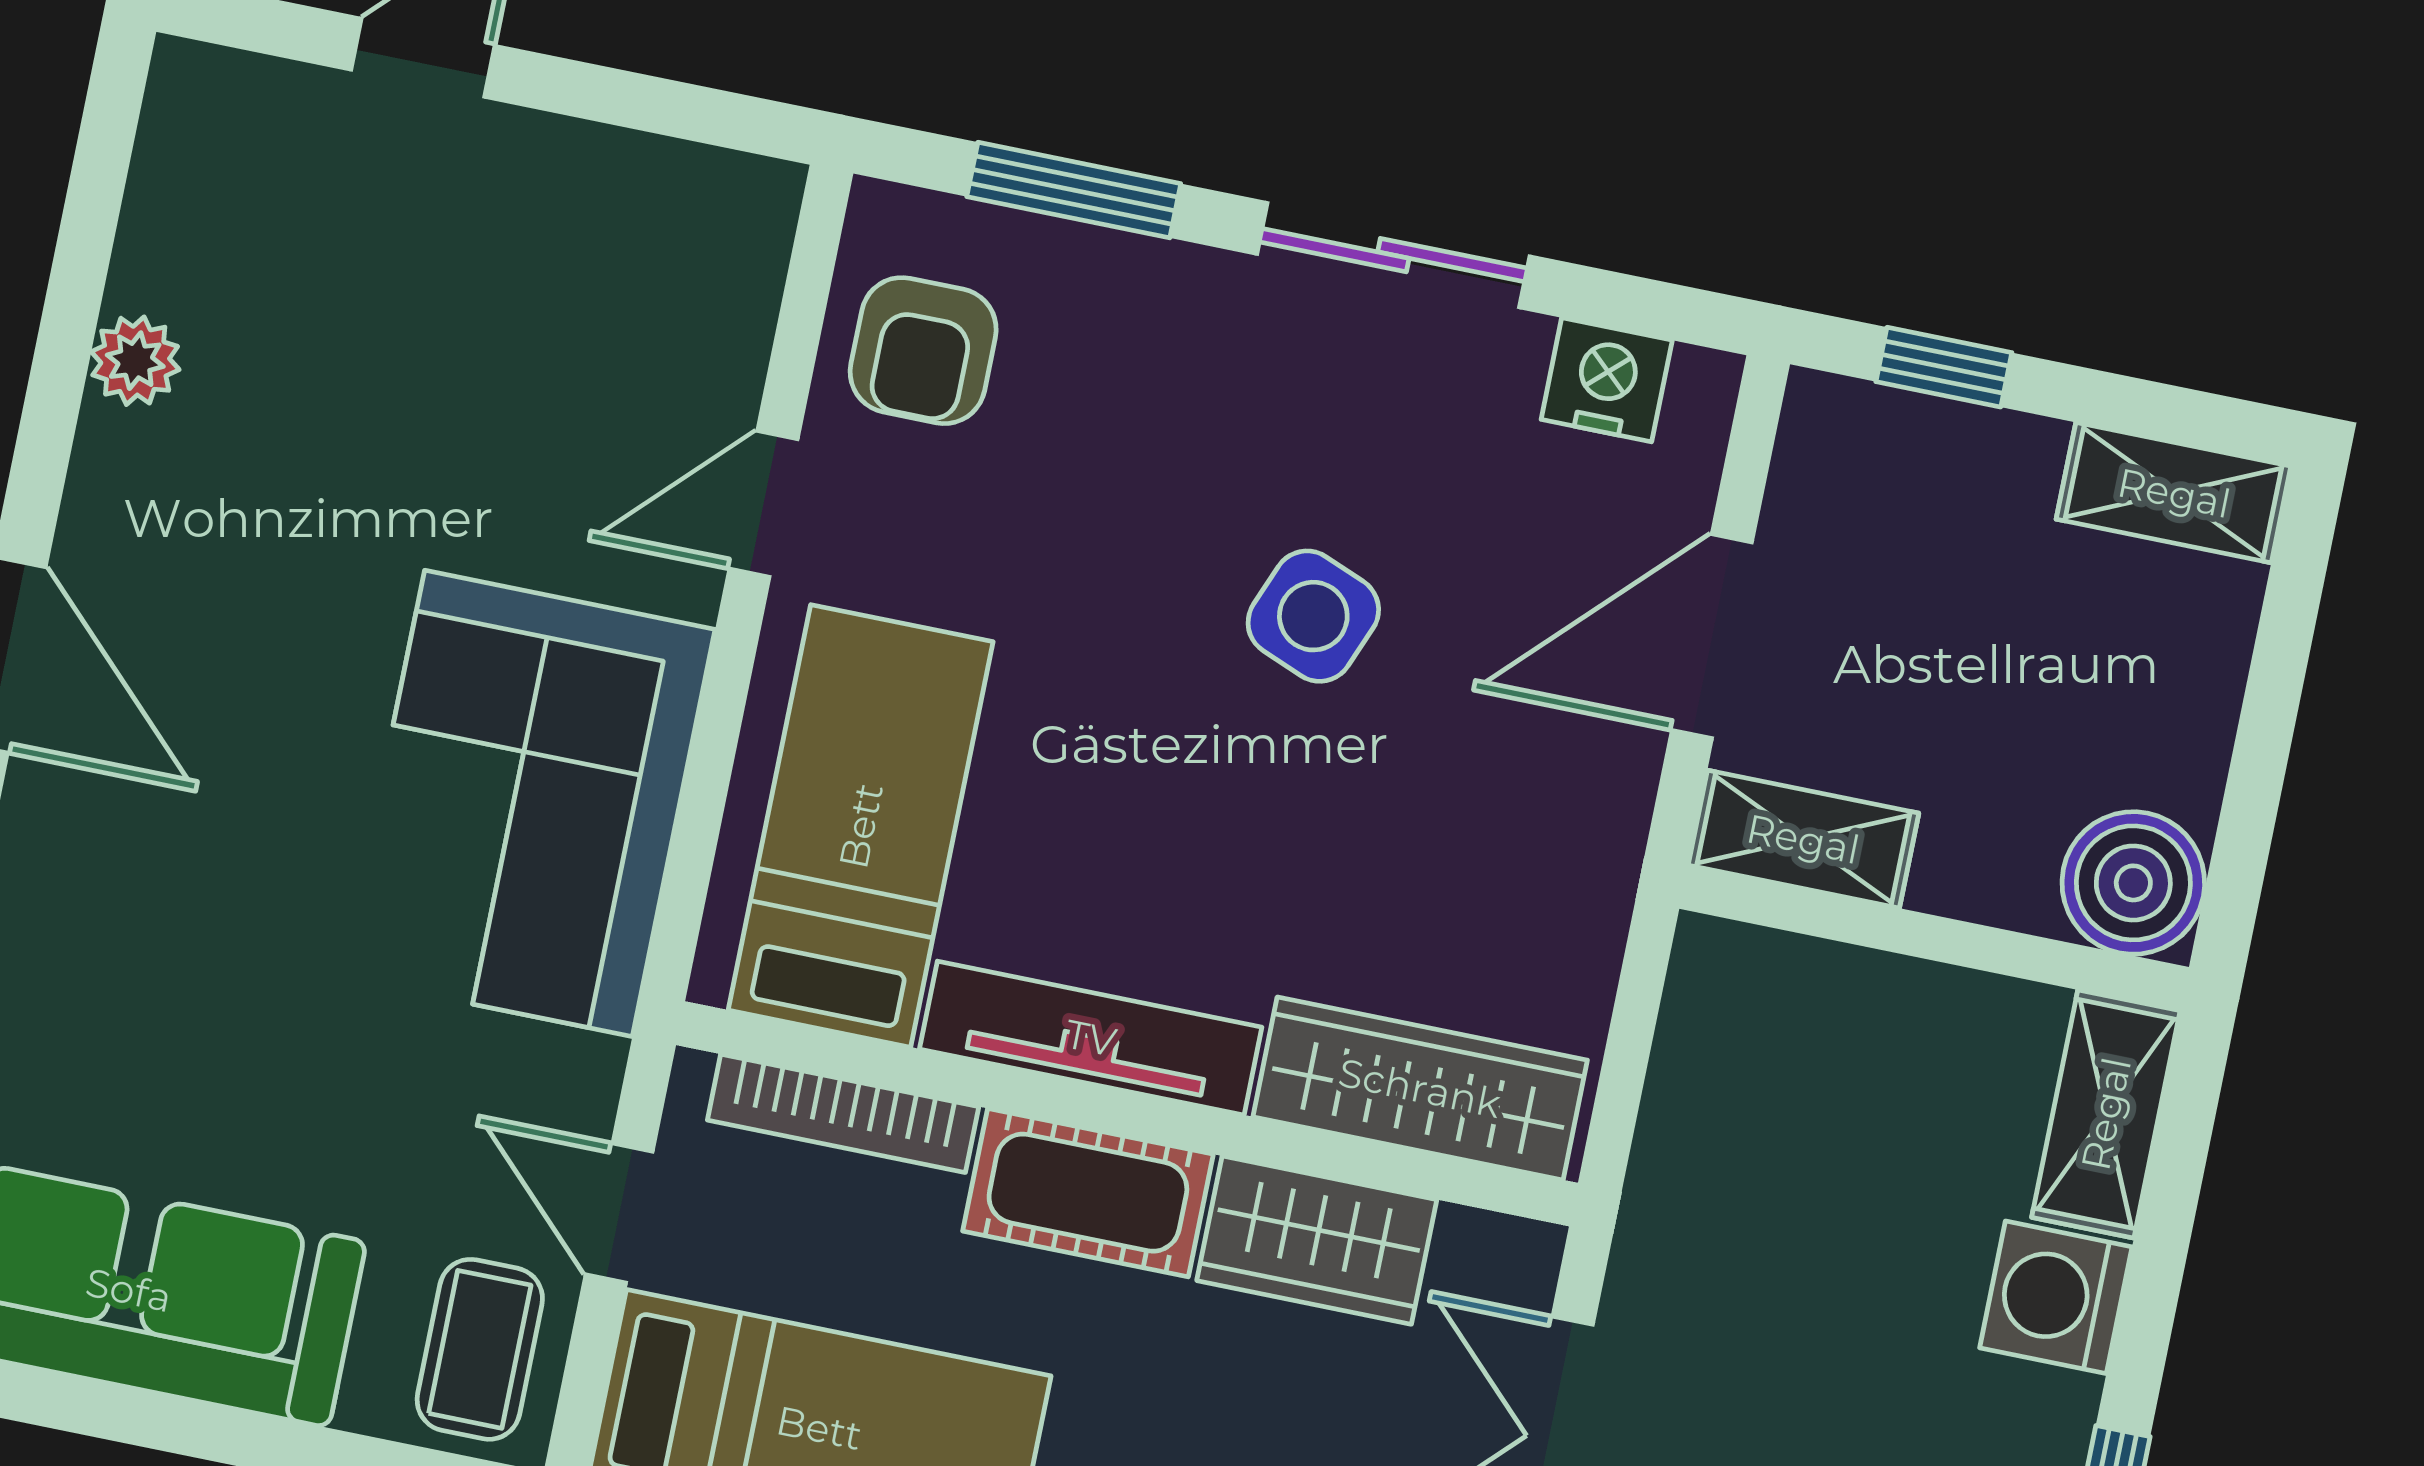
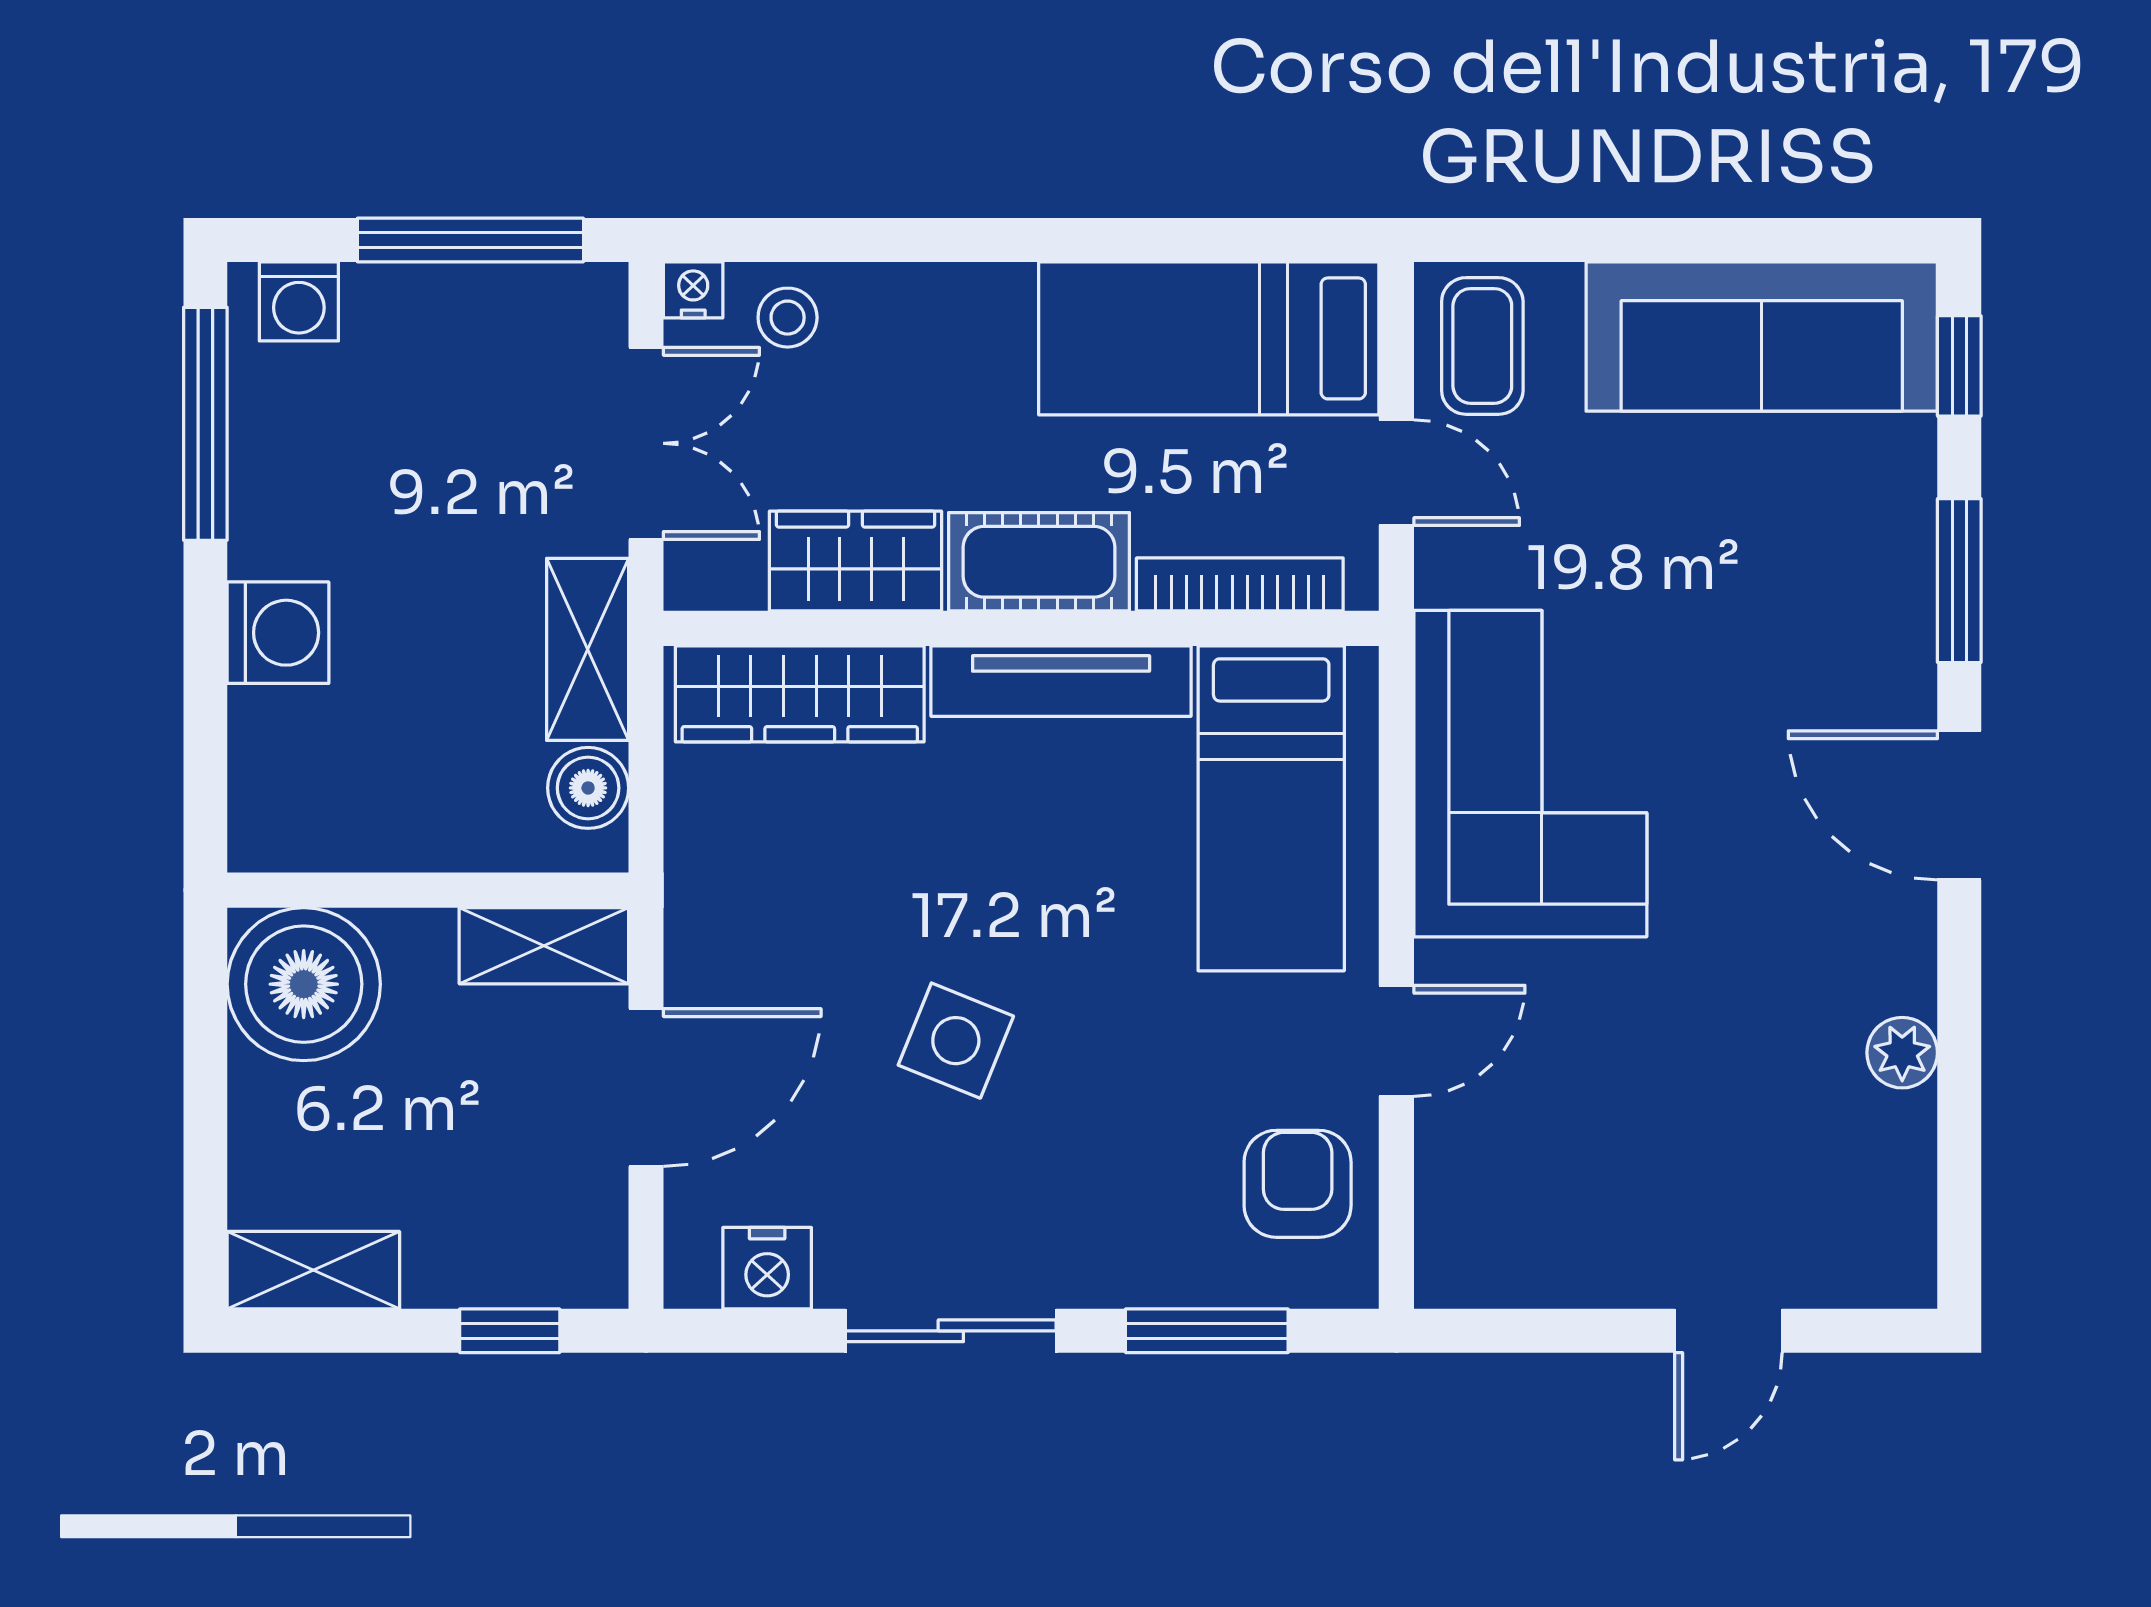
boiler: (2133, 883) -> (304, 984), width x1.37, depth x1.37
boiler: (1708, 1025) -> (588, 788), added
shelving: (2106, 1114) -> (588, 649), moved

